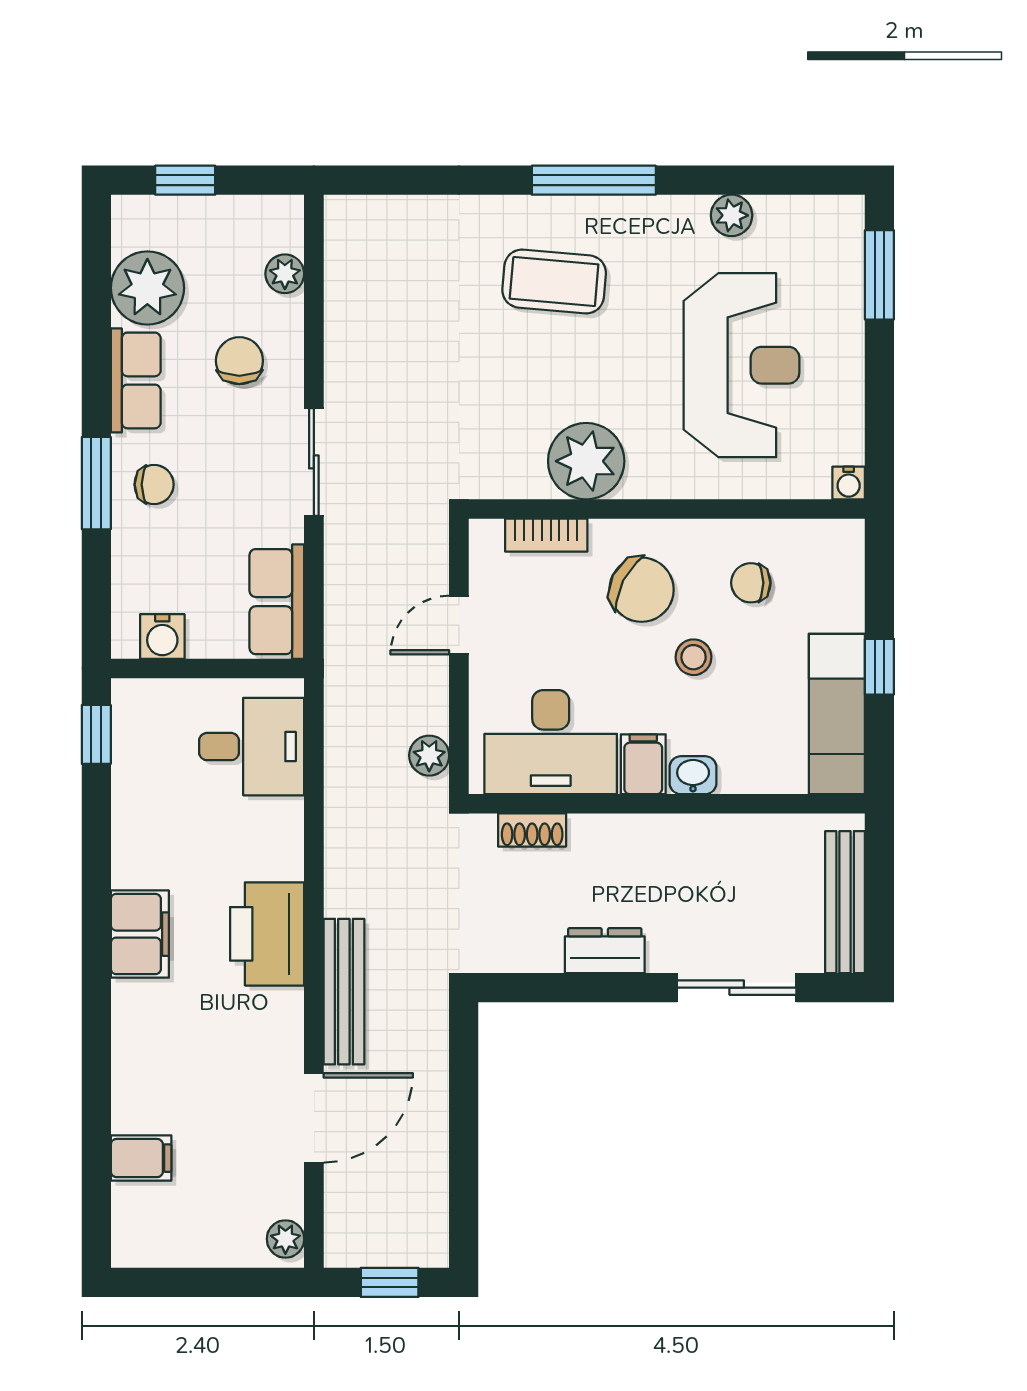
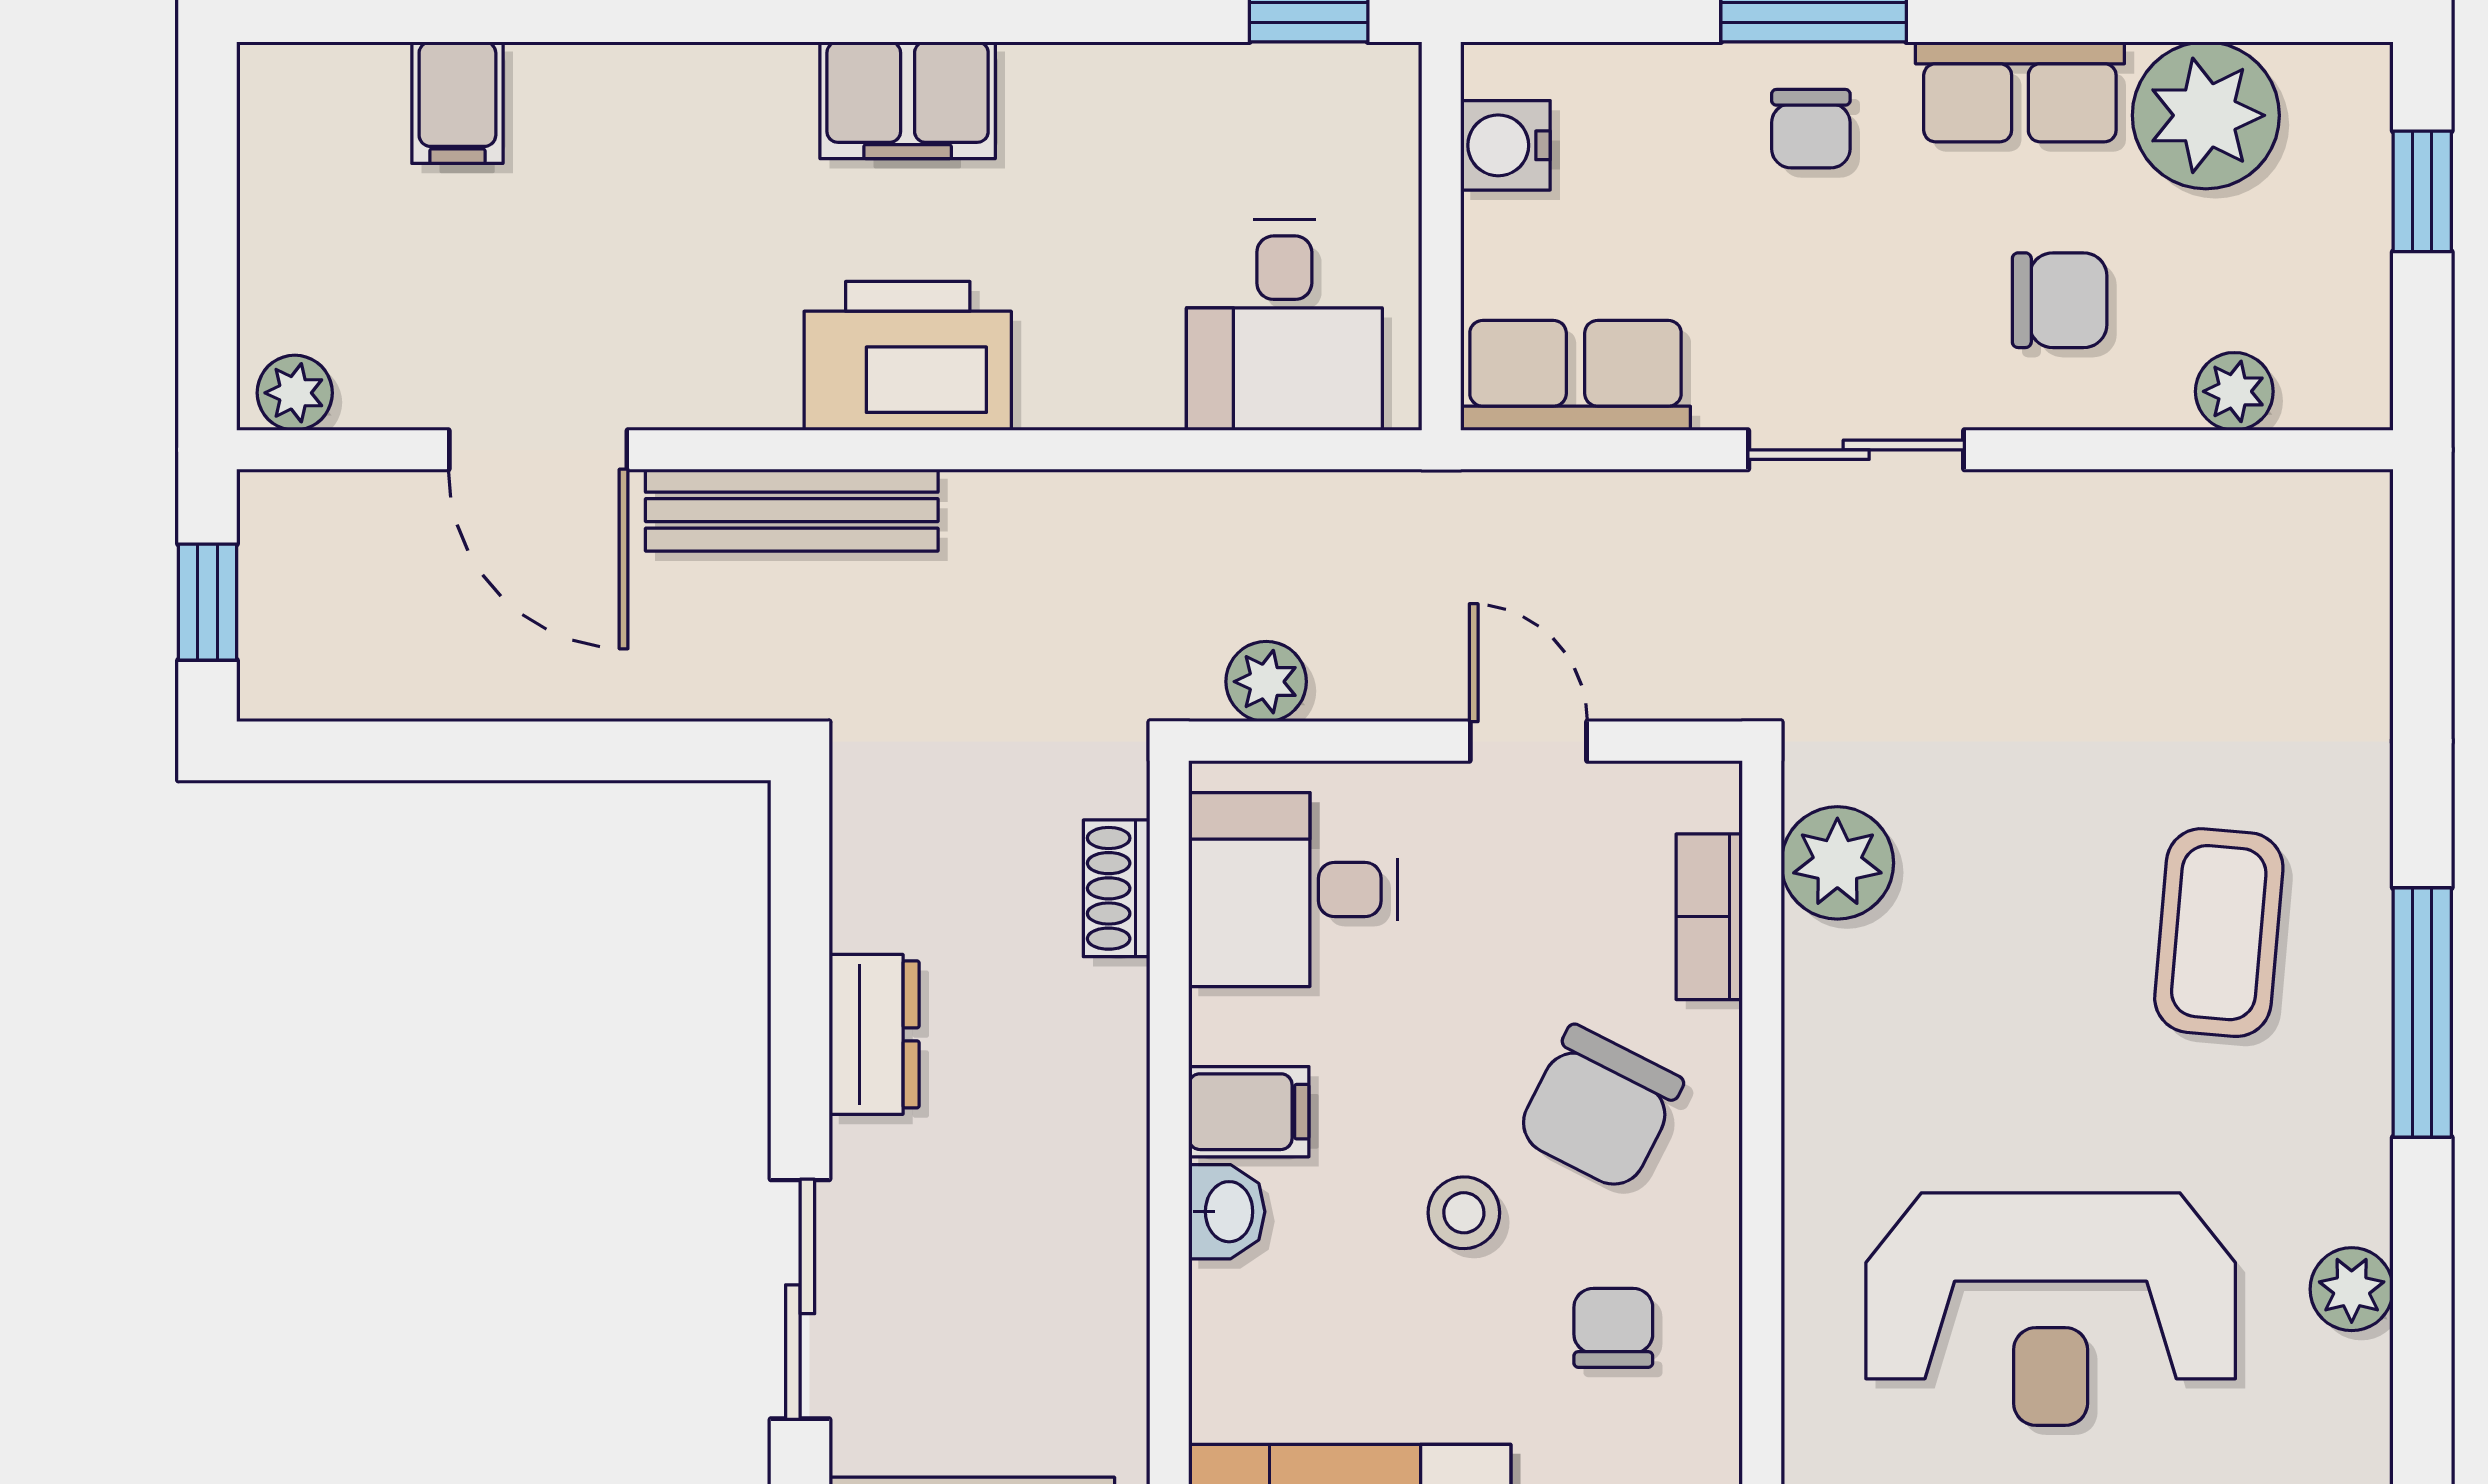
plant: (586, 461) -> (1837, 863), moved, width x0.73, depth x0.73
desk: (551, 742) -> (1293, 890), width x0.73

